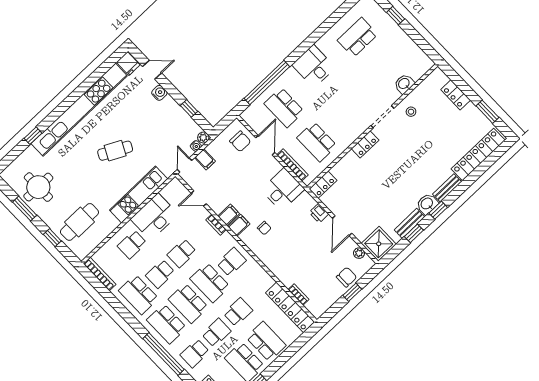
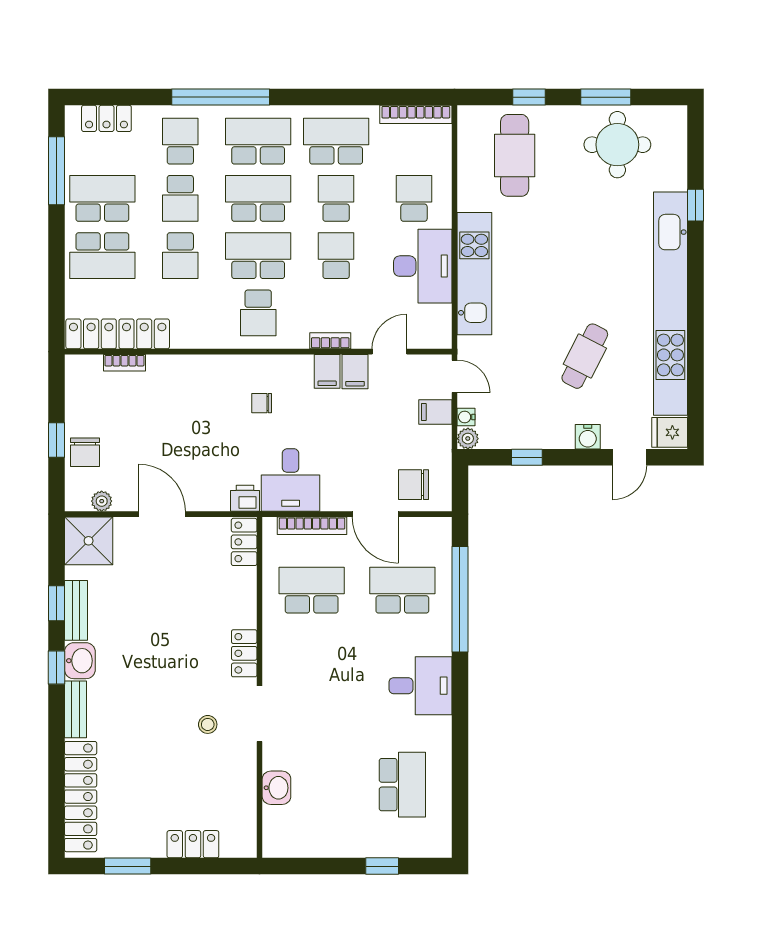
stool: (411, 112) -> (208, 724), moved
cafe table: (115, 151) -> (585, 356), moved
printer: (319, 213) -> (245, 498), moved
filing cabinet: (239, 225) -> (355, 372), moved

